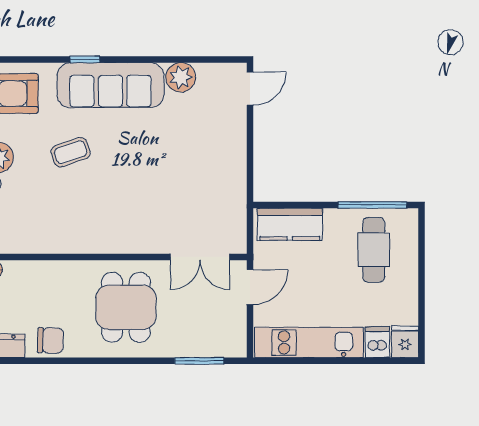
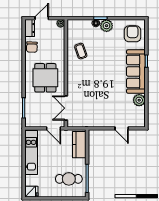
door: (250, 89) -> (122, 128), moved
coffee table: (71, 152) -> (81, 51), moved
dining table: (126, 307) -> (45, 78), turned 90
dishwasher: (377, 342) -> (31, 180), removed

